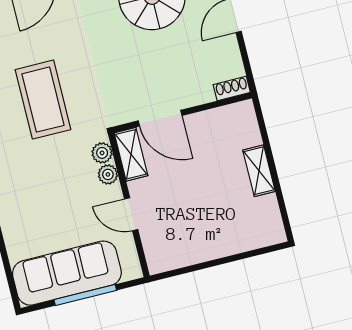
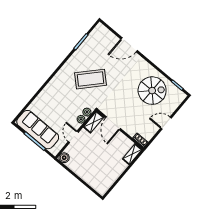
coffee table: (43, 100) -> (91, 79), turned 43
shelving: (259, 171) -> (132, 154), moved
boiler: (158, 261) -> (64, 158), added

